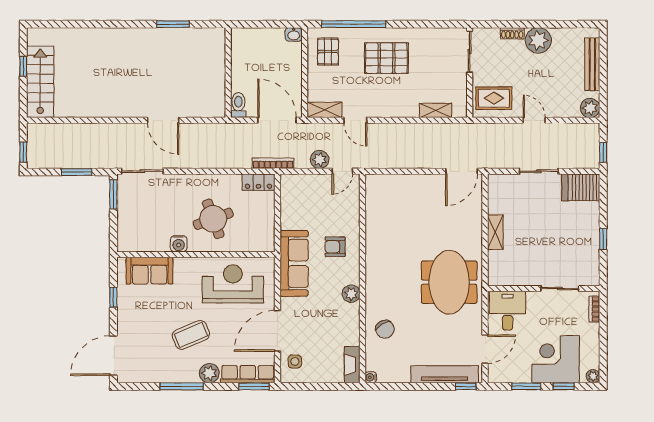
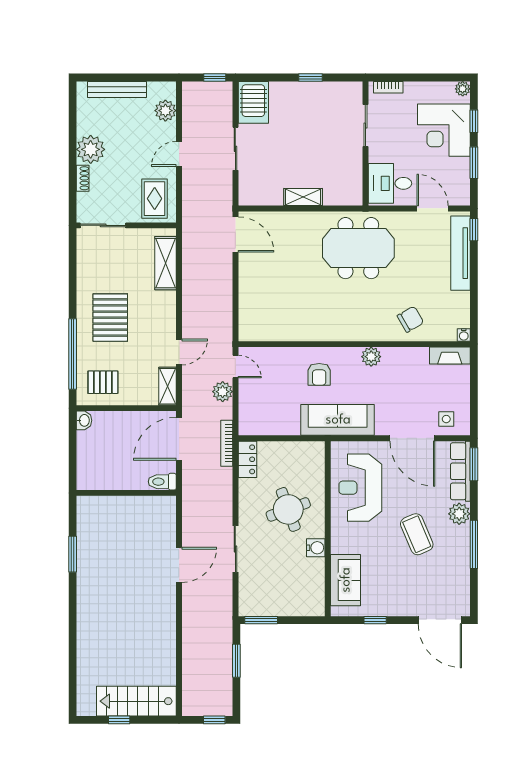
plant: (590, 108) -> (165, 111), moved
shelving: (436, 110) -> (165, 263), width x1.50, depth x1.33
sliding door: (142, 171) -> (235, 549), moved

